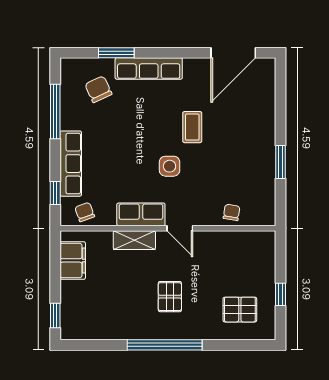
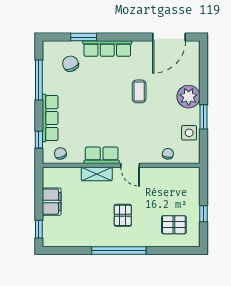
plant: (260, 134) -> (189, 97), added
side table: (170, 166) -> (189, 133), moved
filing cabinet: (73, 260) -> (52, 202), moved

